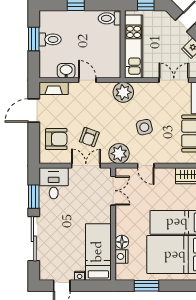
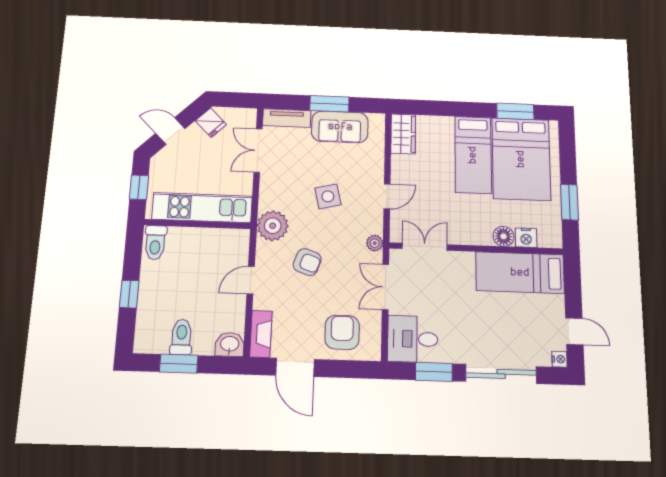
washbasin: (66, 71) -> (230, 344), moved, turned 90
armchair: (89, 137) -> (307, 262), moved
plant: (119, 154) -> (375, 243), width x0.53, depth x0.53
nightstand: (80, 276) -> (560, 359), moved

